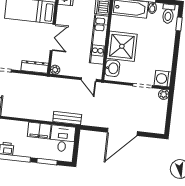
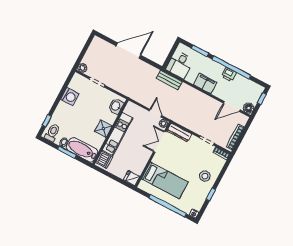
double door: (53, 37) -> (160, 142), moved
shower: (122, 46) -> (103, 129), width x0.54, depth x0.54
washing machine: (163, 79) -> (70, 97), moved
door: (89, 80) -> (155, 113), moved
filing cabinet: (39, 131) -> (205, 83), moved

